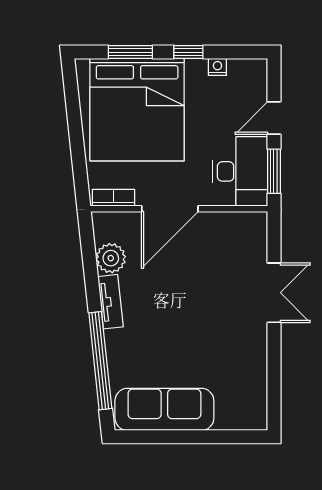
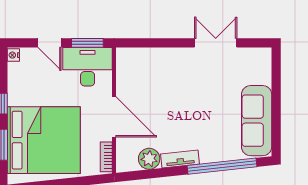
nightstand: (217, 67) -> (13, 55), moved
double door: (274, 293) -> (216, 43), moved

